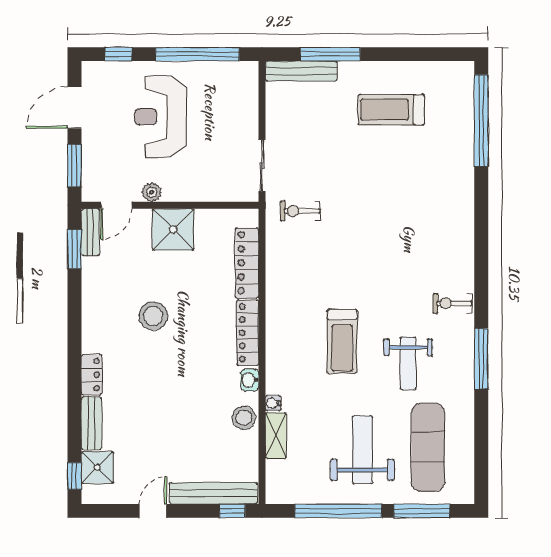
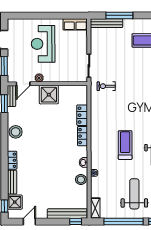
window: (118, 54) -> (24, 16), removed
window: (197, 54) -> (60, 16), removed
row of seats: (232, 74) -> (75, 24), added
locker: (247, 263) -> (82, 115), width x0.66
stool: (153, 316) -> (16, 132), moved
locker: (248, 333) -> (82, 136), width x0.66
treadmill: (342, 341) -> (125, 145), turned 180
shelving: (276, 436) -> (95, 208), moved
door: (153, 511) -> (29, 222), moved

